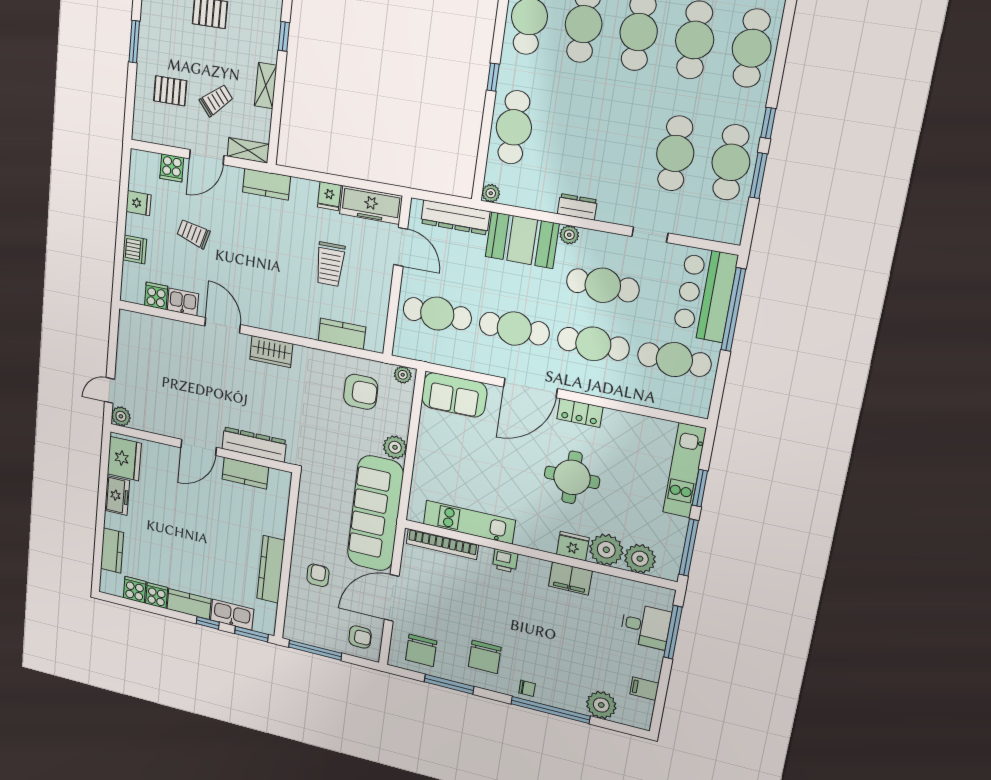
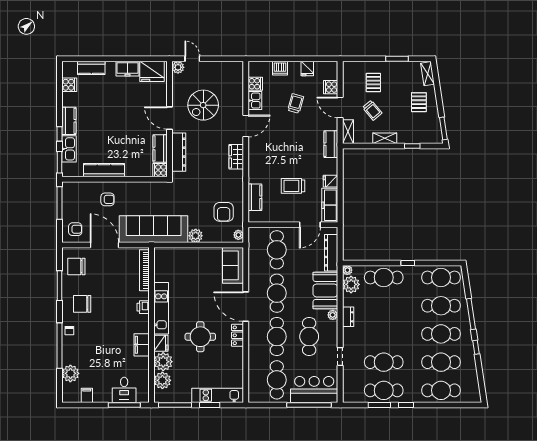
plant: (518, 191) -> (351, 284), added
spiral stairs: (183, 389) -> (203, 105), added
kitchen unit: (469, 522) -> (161, 308), moved
cooker: (157, 596) -> (160, 170), moved, turned 180
armchair: (360, 637) -> (75, 229), turned -90

